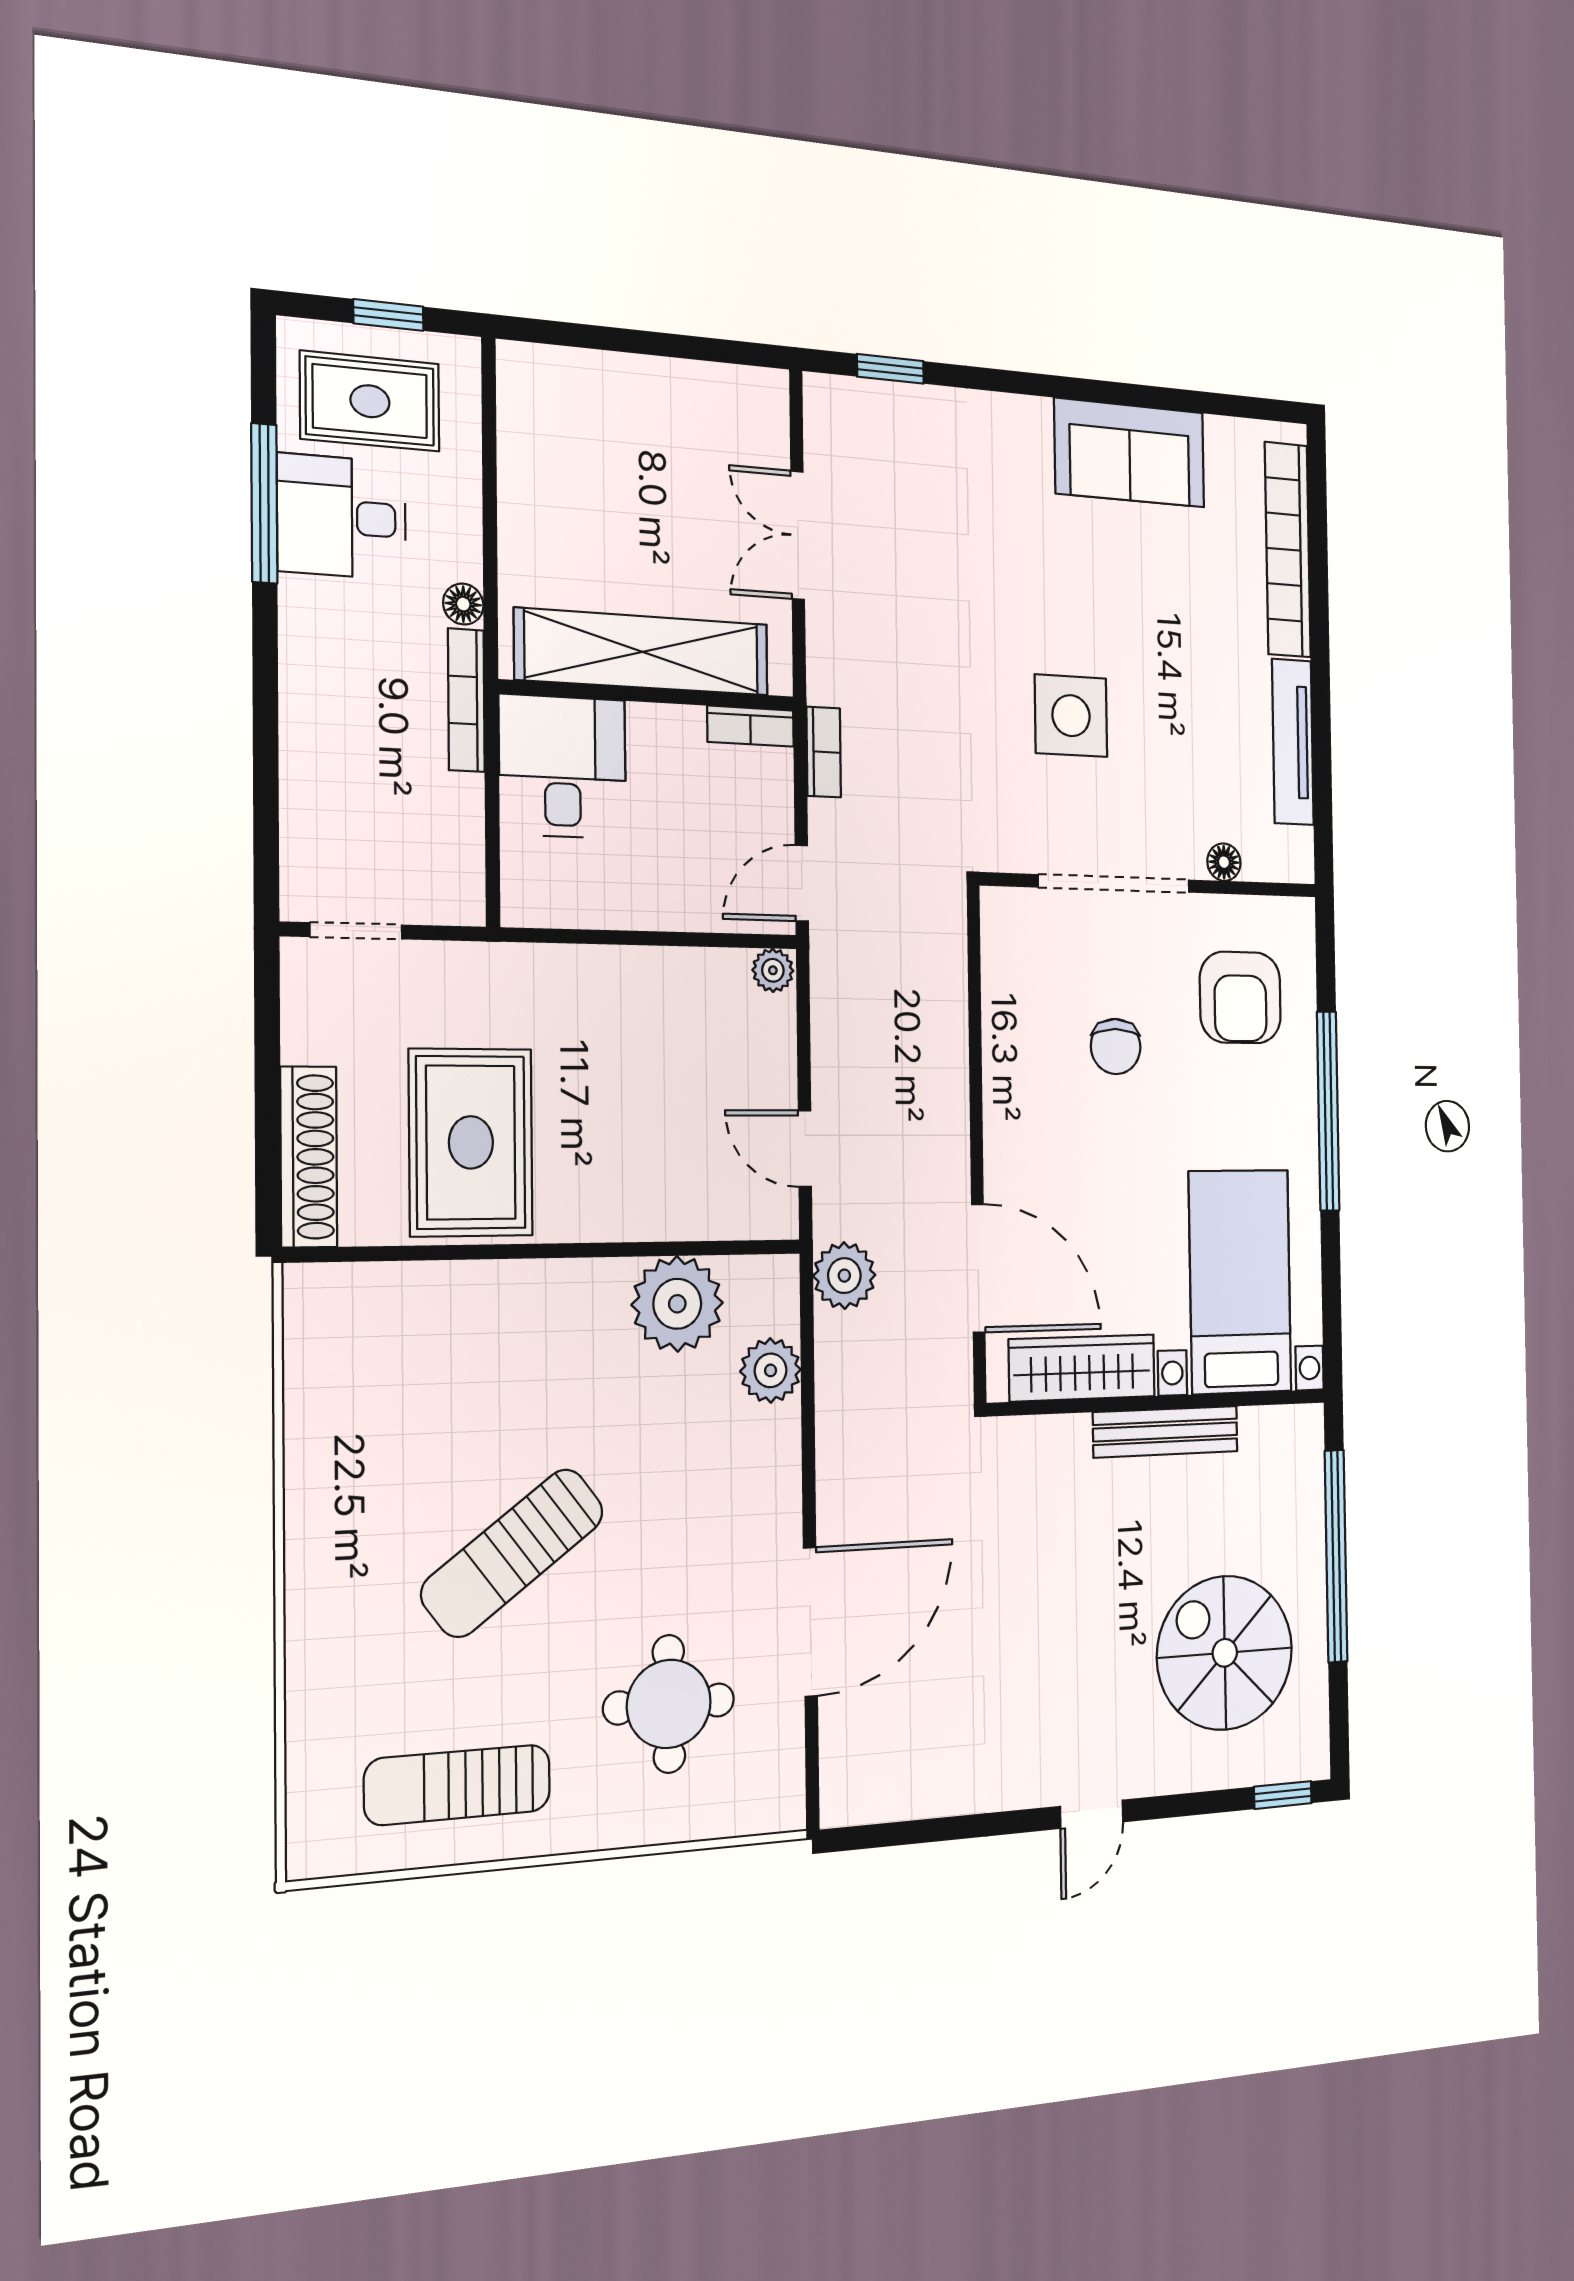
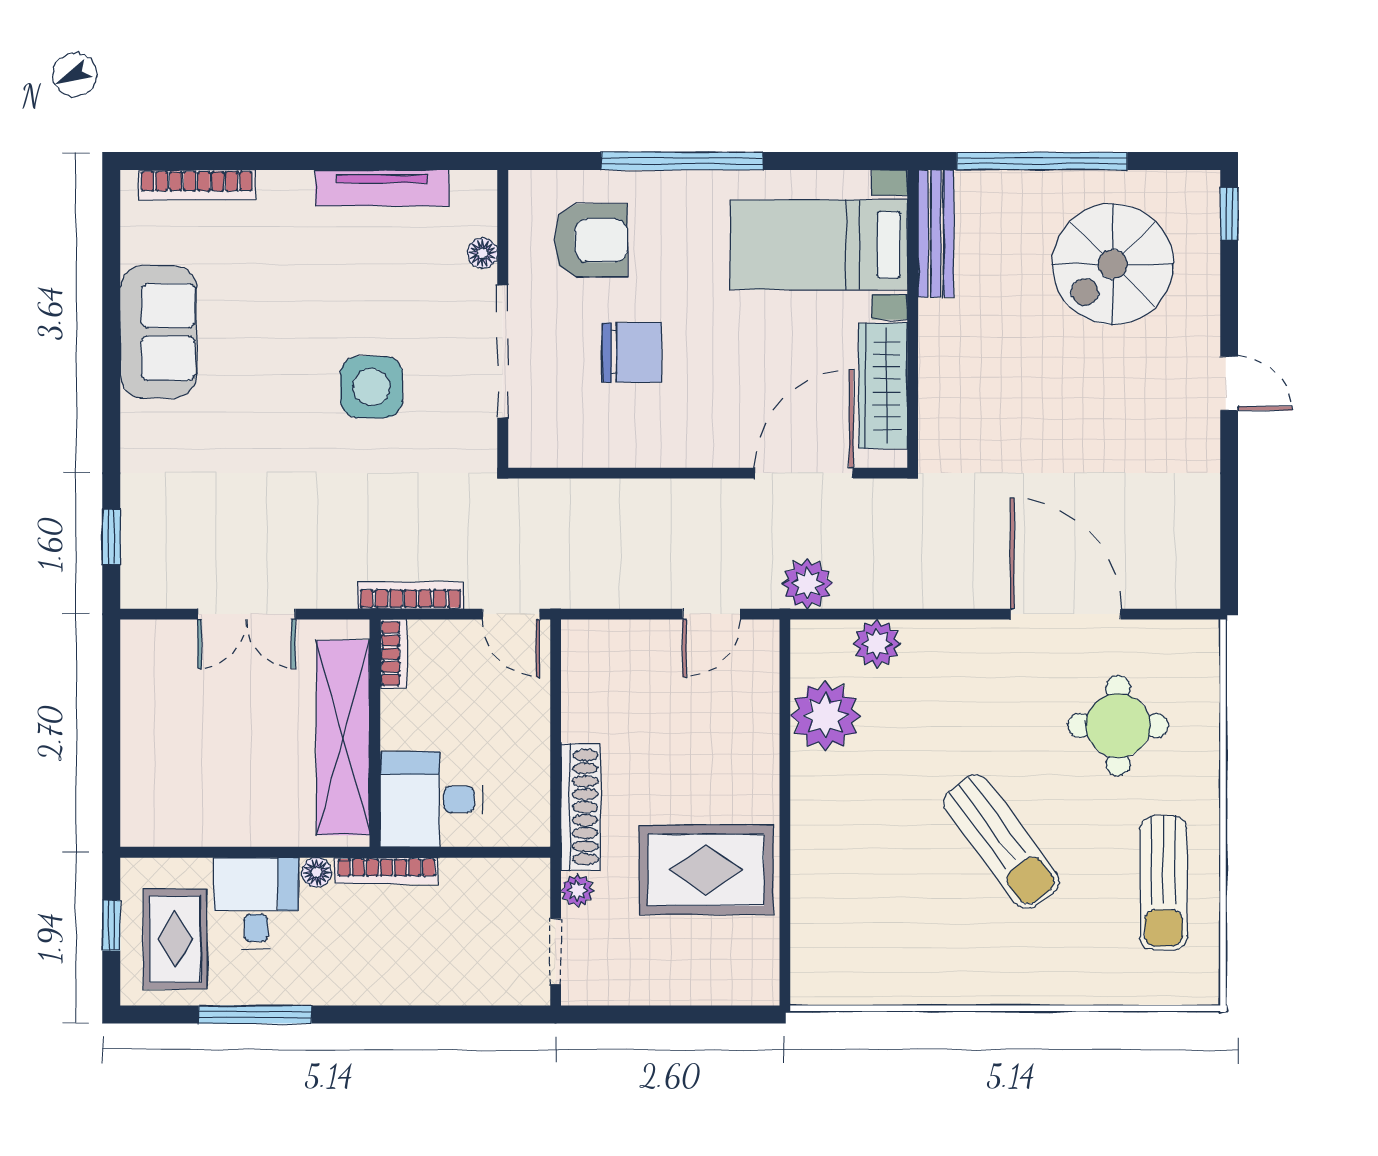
desk: (342, 517) -> (256, 903), moved, turned 180
bookcase: (1288, 550) -> (197, 185), width x0.68, depth x0.76
bookcase: (824, 752) -> (411, 595), width x1.56
plant: (773, 970) -> (577, 891), moved
chair: (1116, 1046) -> (632, 352), width x1.37, depth x1.37
shoe rack: (309, 1157) -> (581, 807), moved, turned 90
bench: (1166, 1432) -> (936, 234), moved

